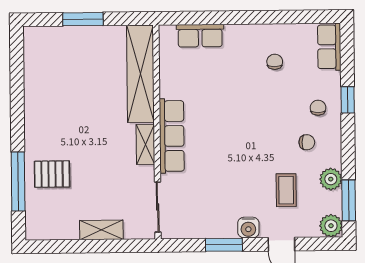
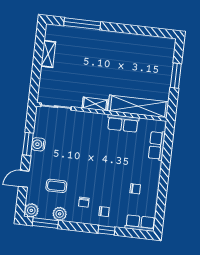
row of seats: (172, 136) -> (123, 123), moved, width x0.68
pallet: (52, 174) -> (84, 45), removed
water cooler: (248, 228) -> (38, 144), moved
shelving: (101, 230) -> (48, 54), moved

